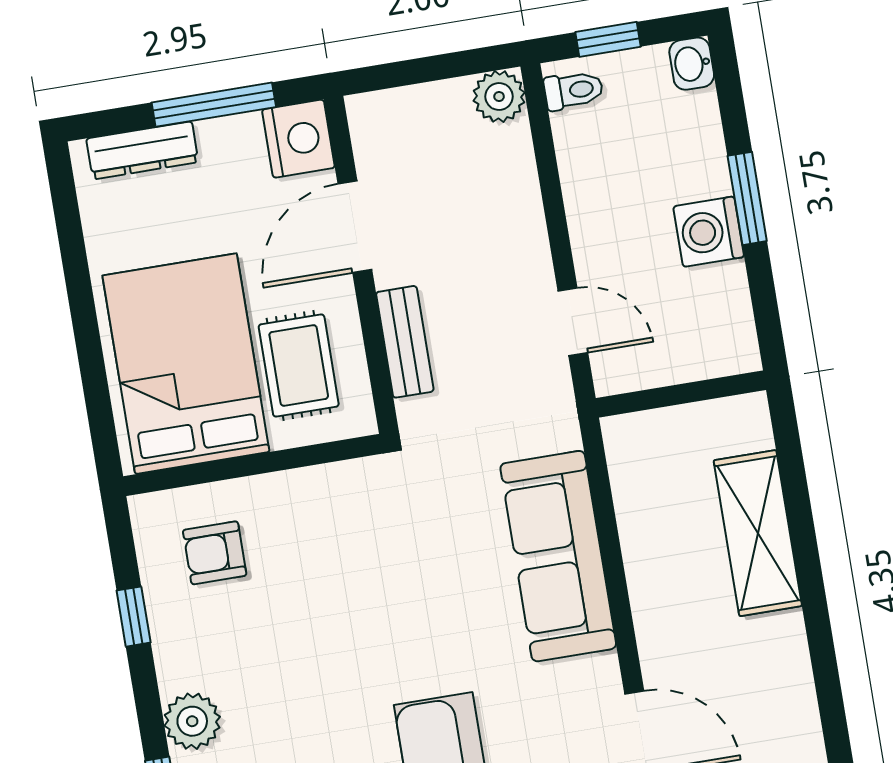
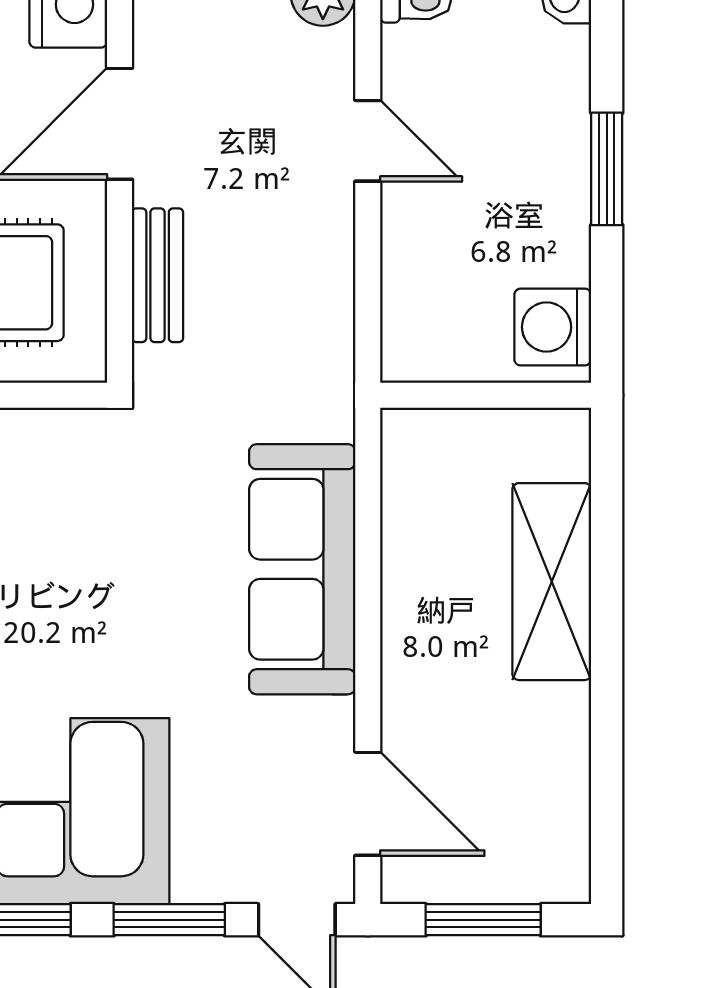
washing machine: (709, 232) -> (553, 327), moved
door: (573, 322) -> (368, 141), moved

